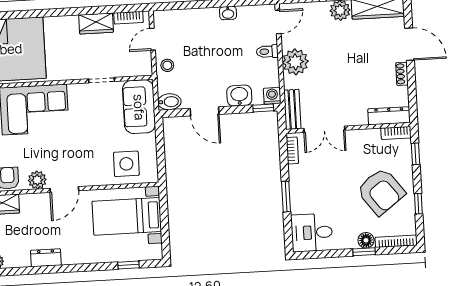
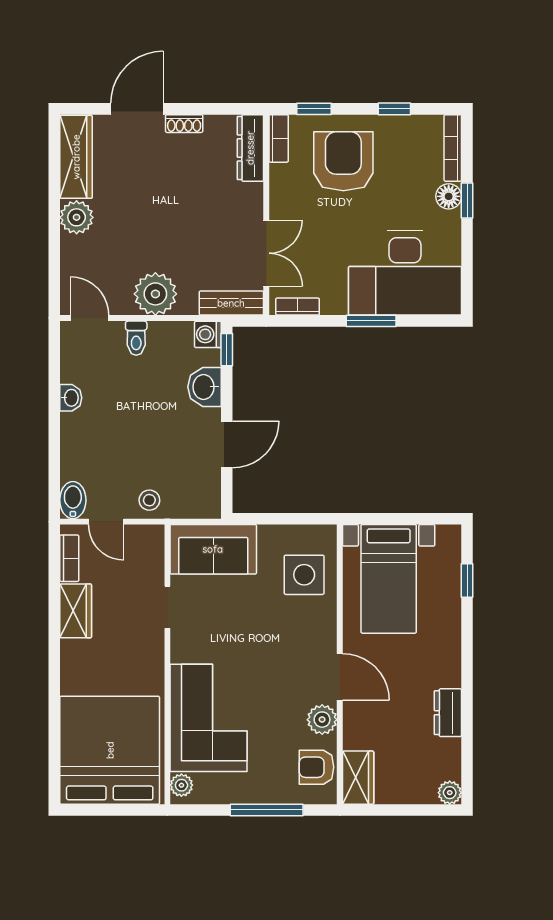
bidet: (169, 102) -> (73, 500), moved
armchair: (381, 192) -> (343, 161), moved, turned -53
desk: (312, 233) -> (405, 273), width x1.87, depth x1.30

